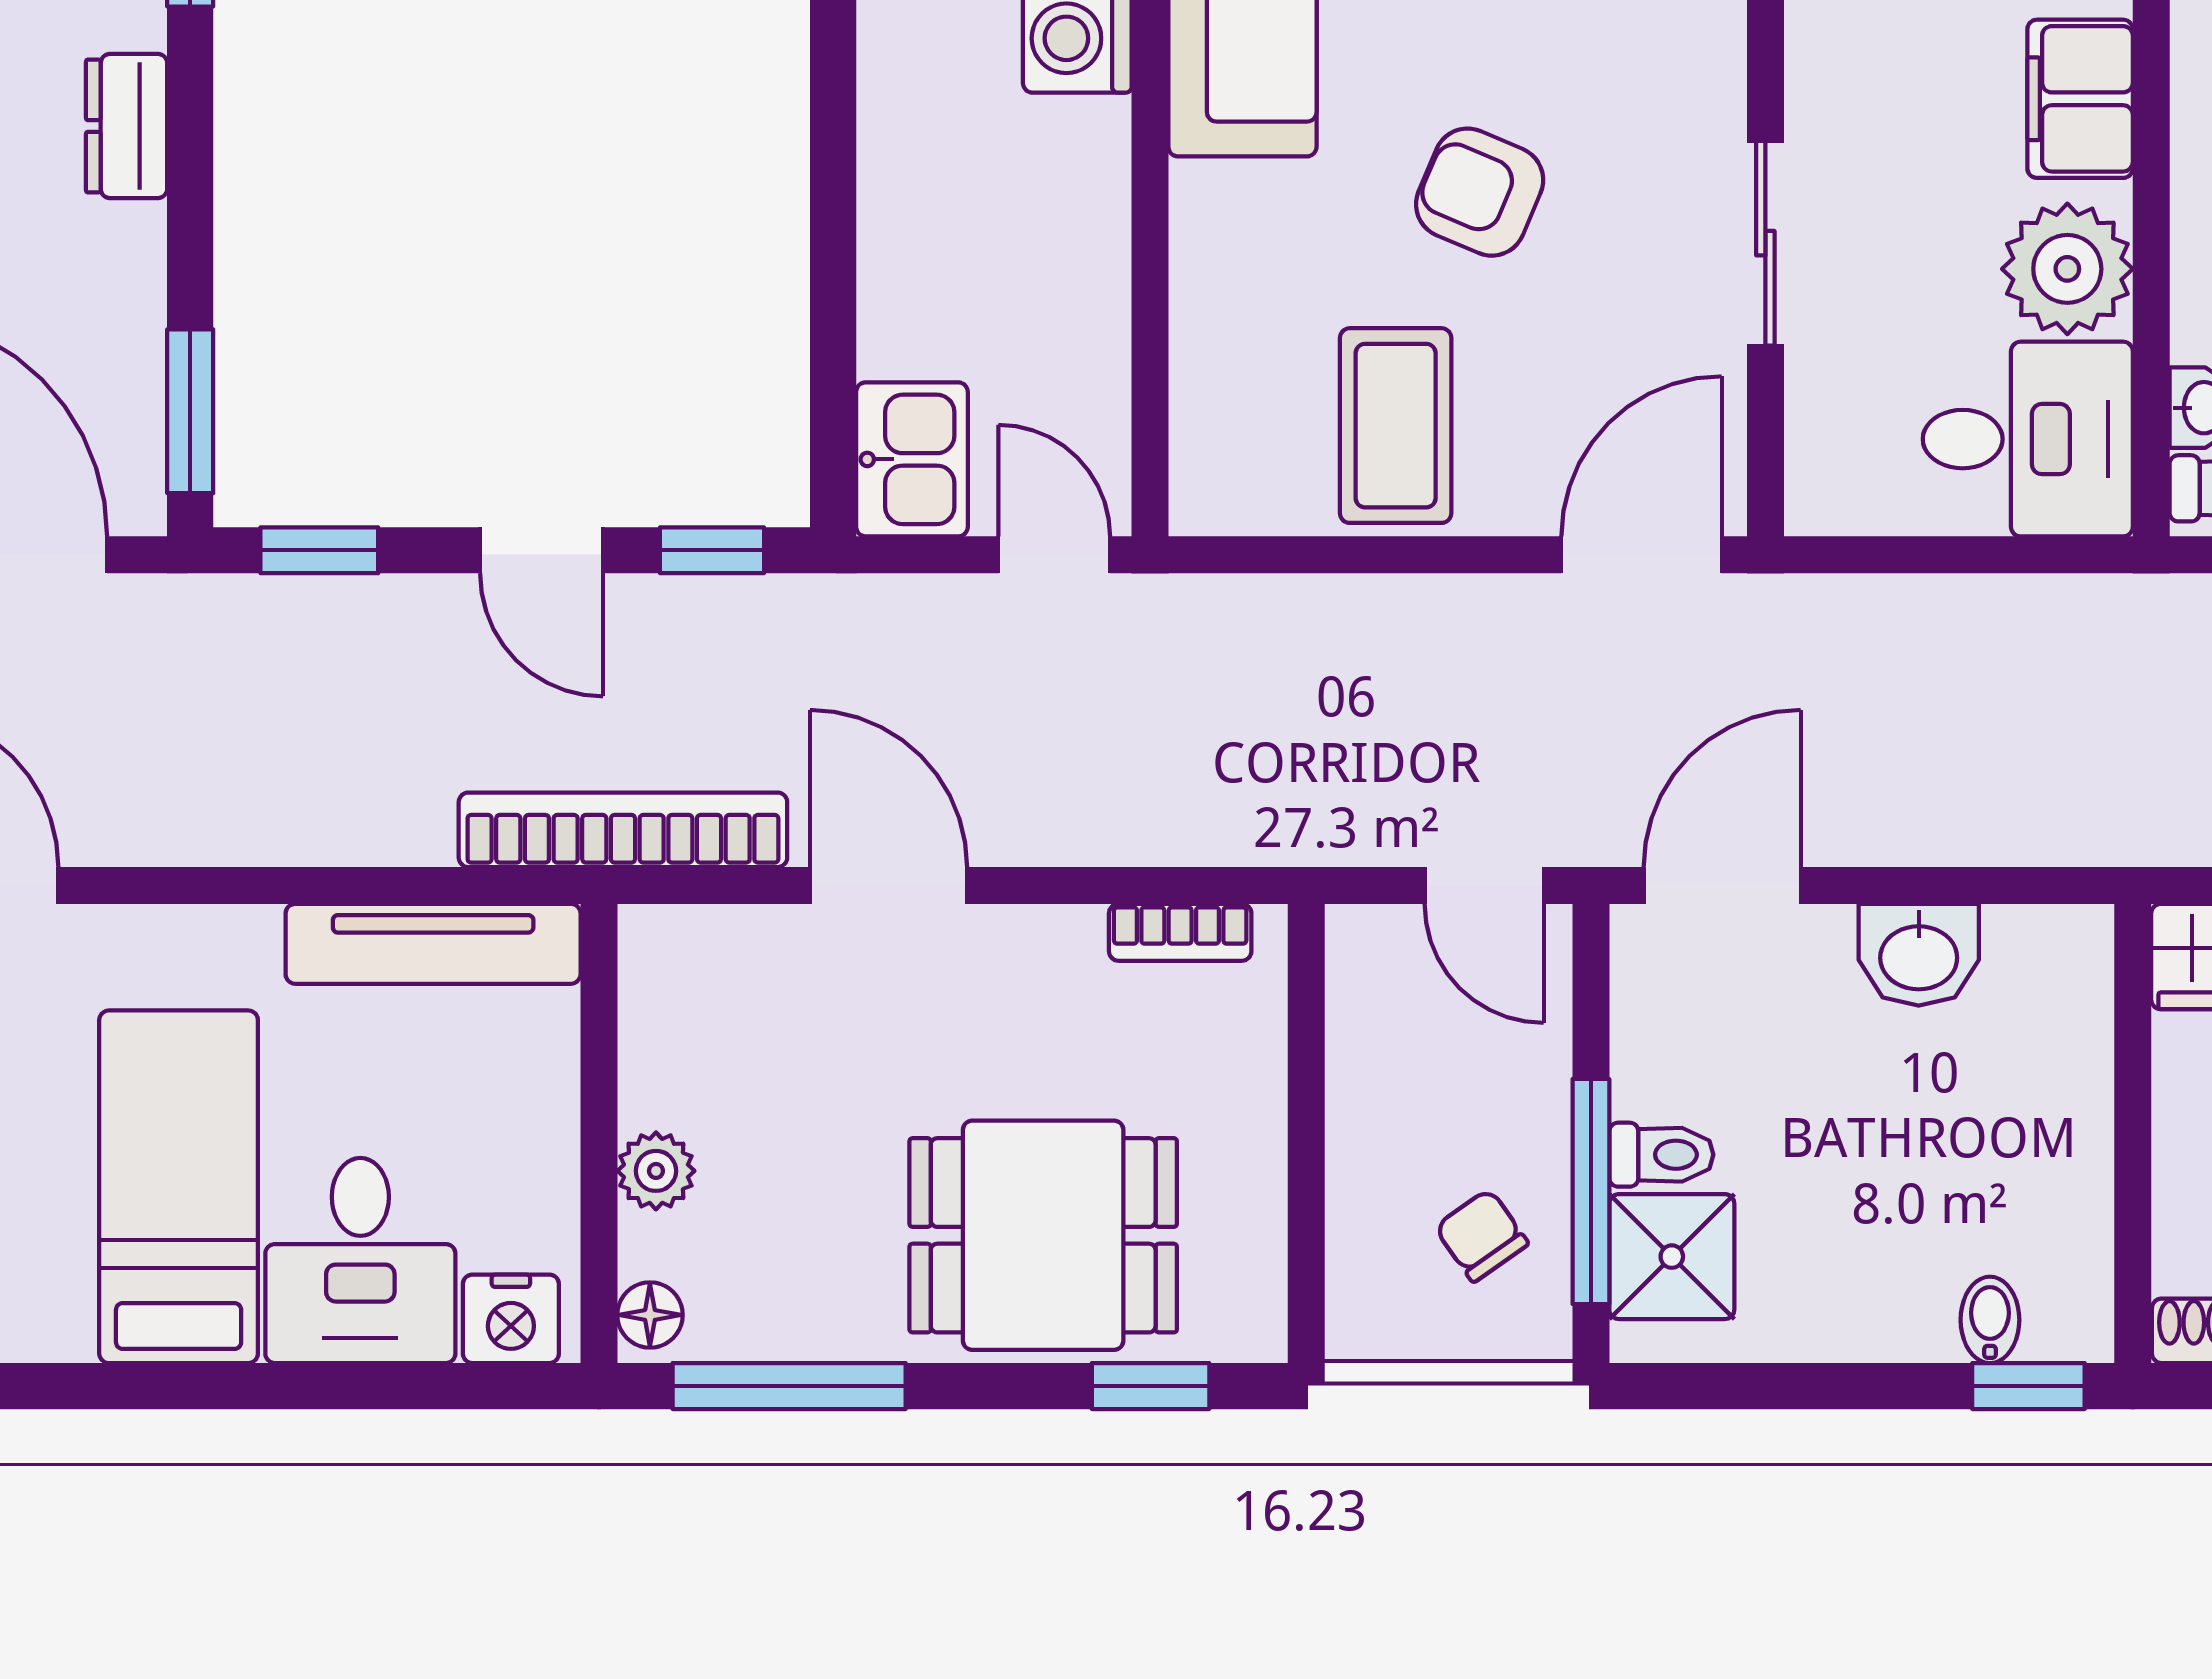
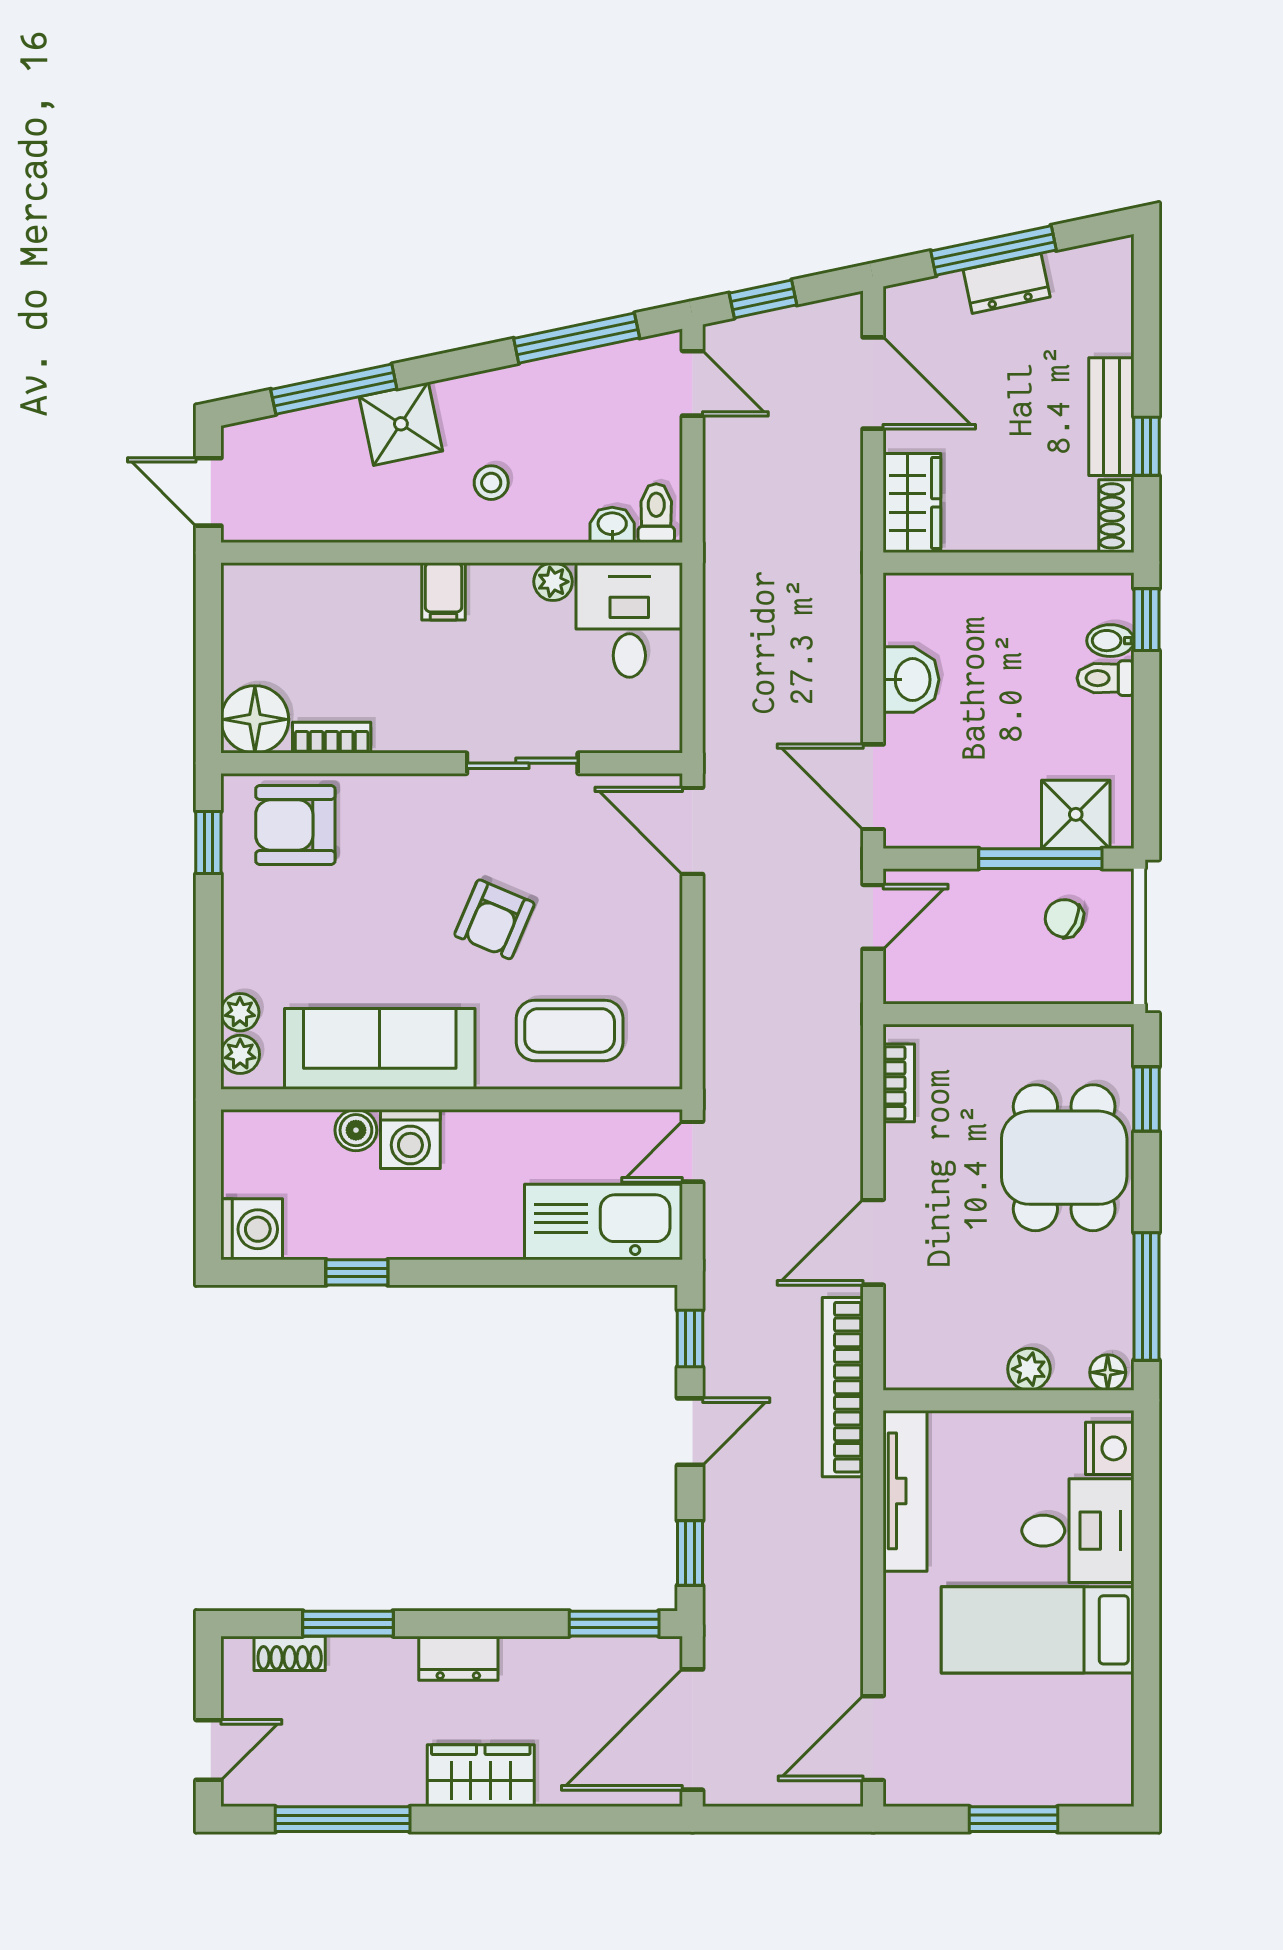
filing cabinet: (2080, 99) -> (443, 591), width x0.50
plant: (2067, 269) -> (553, 582), width x0.53, depth x0.53
coffee table: (1396, 426) -> (570, 1030), moved
kitchen sink: (912, 459) -> (604, 1222), width x1.88, depth x1.24
toilet: (1661, 1155) -> (1106, 678), moved, turned -90
chair: (1481, 1235) -> (1064, 918), turned 60

